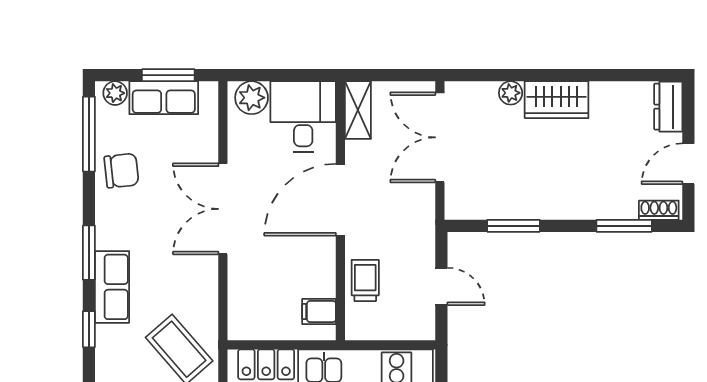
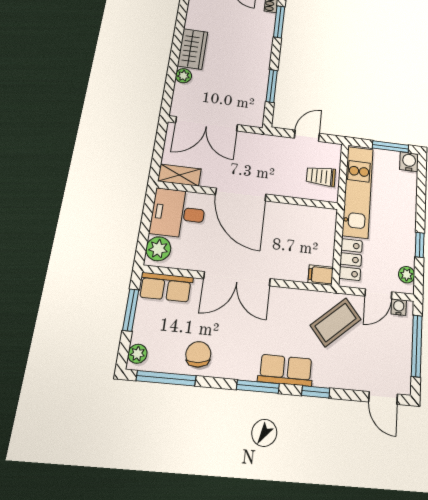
row of seats: (164, 98) -> (166, 287), moved, turned 90
trolley: (365, 280) -> (321, 176), moved
filing cabinet: (319, 311) -> (321, 275), moved, turned 90

